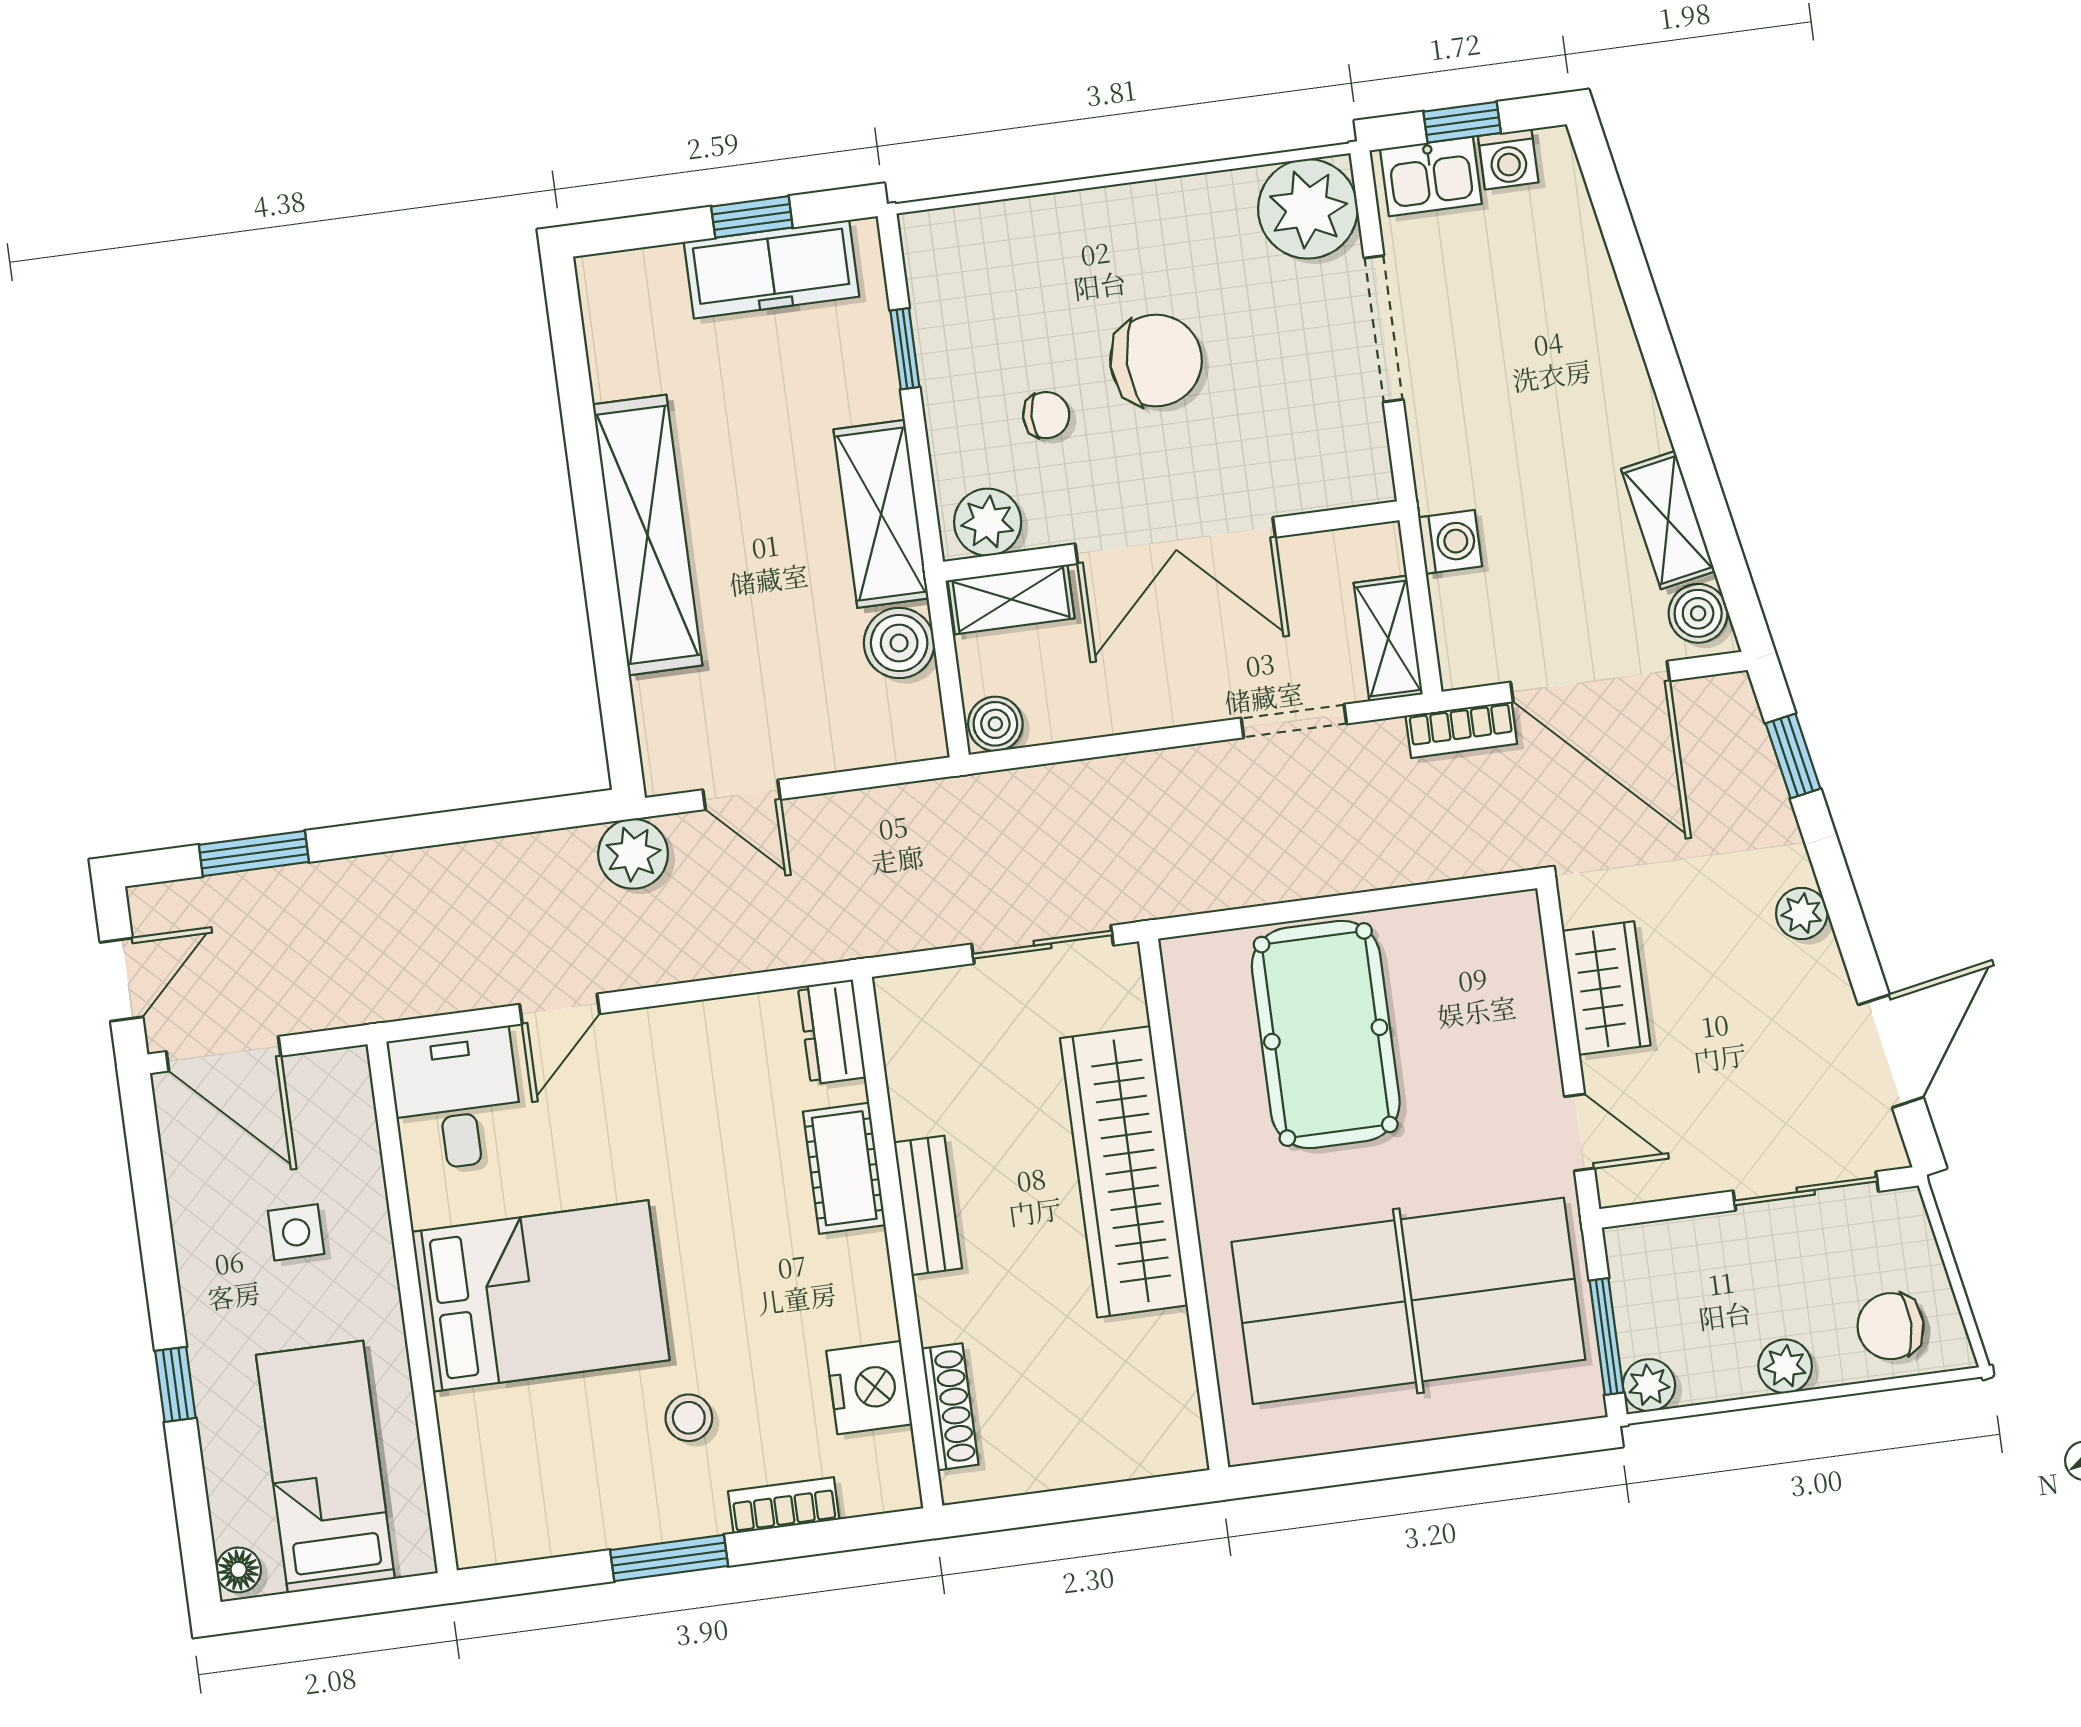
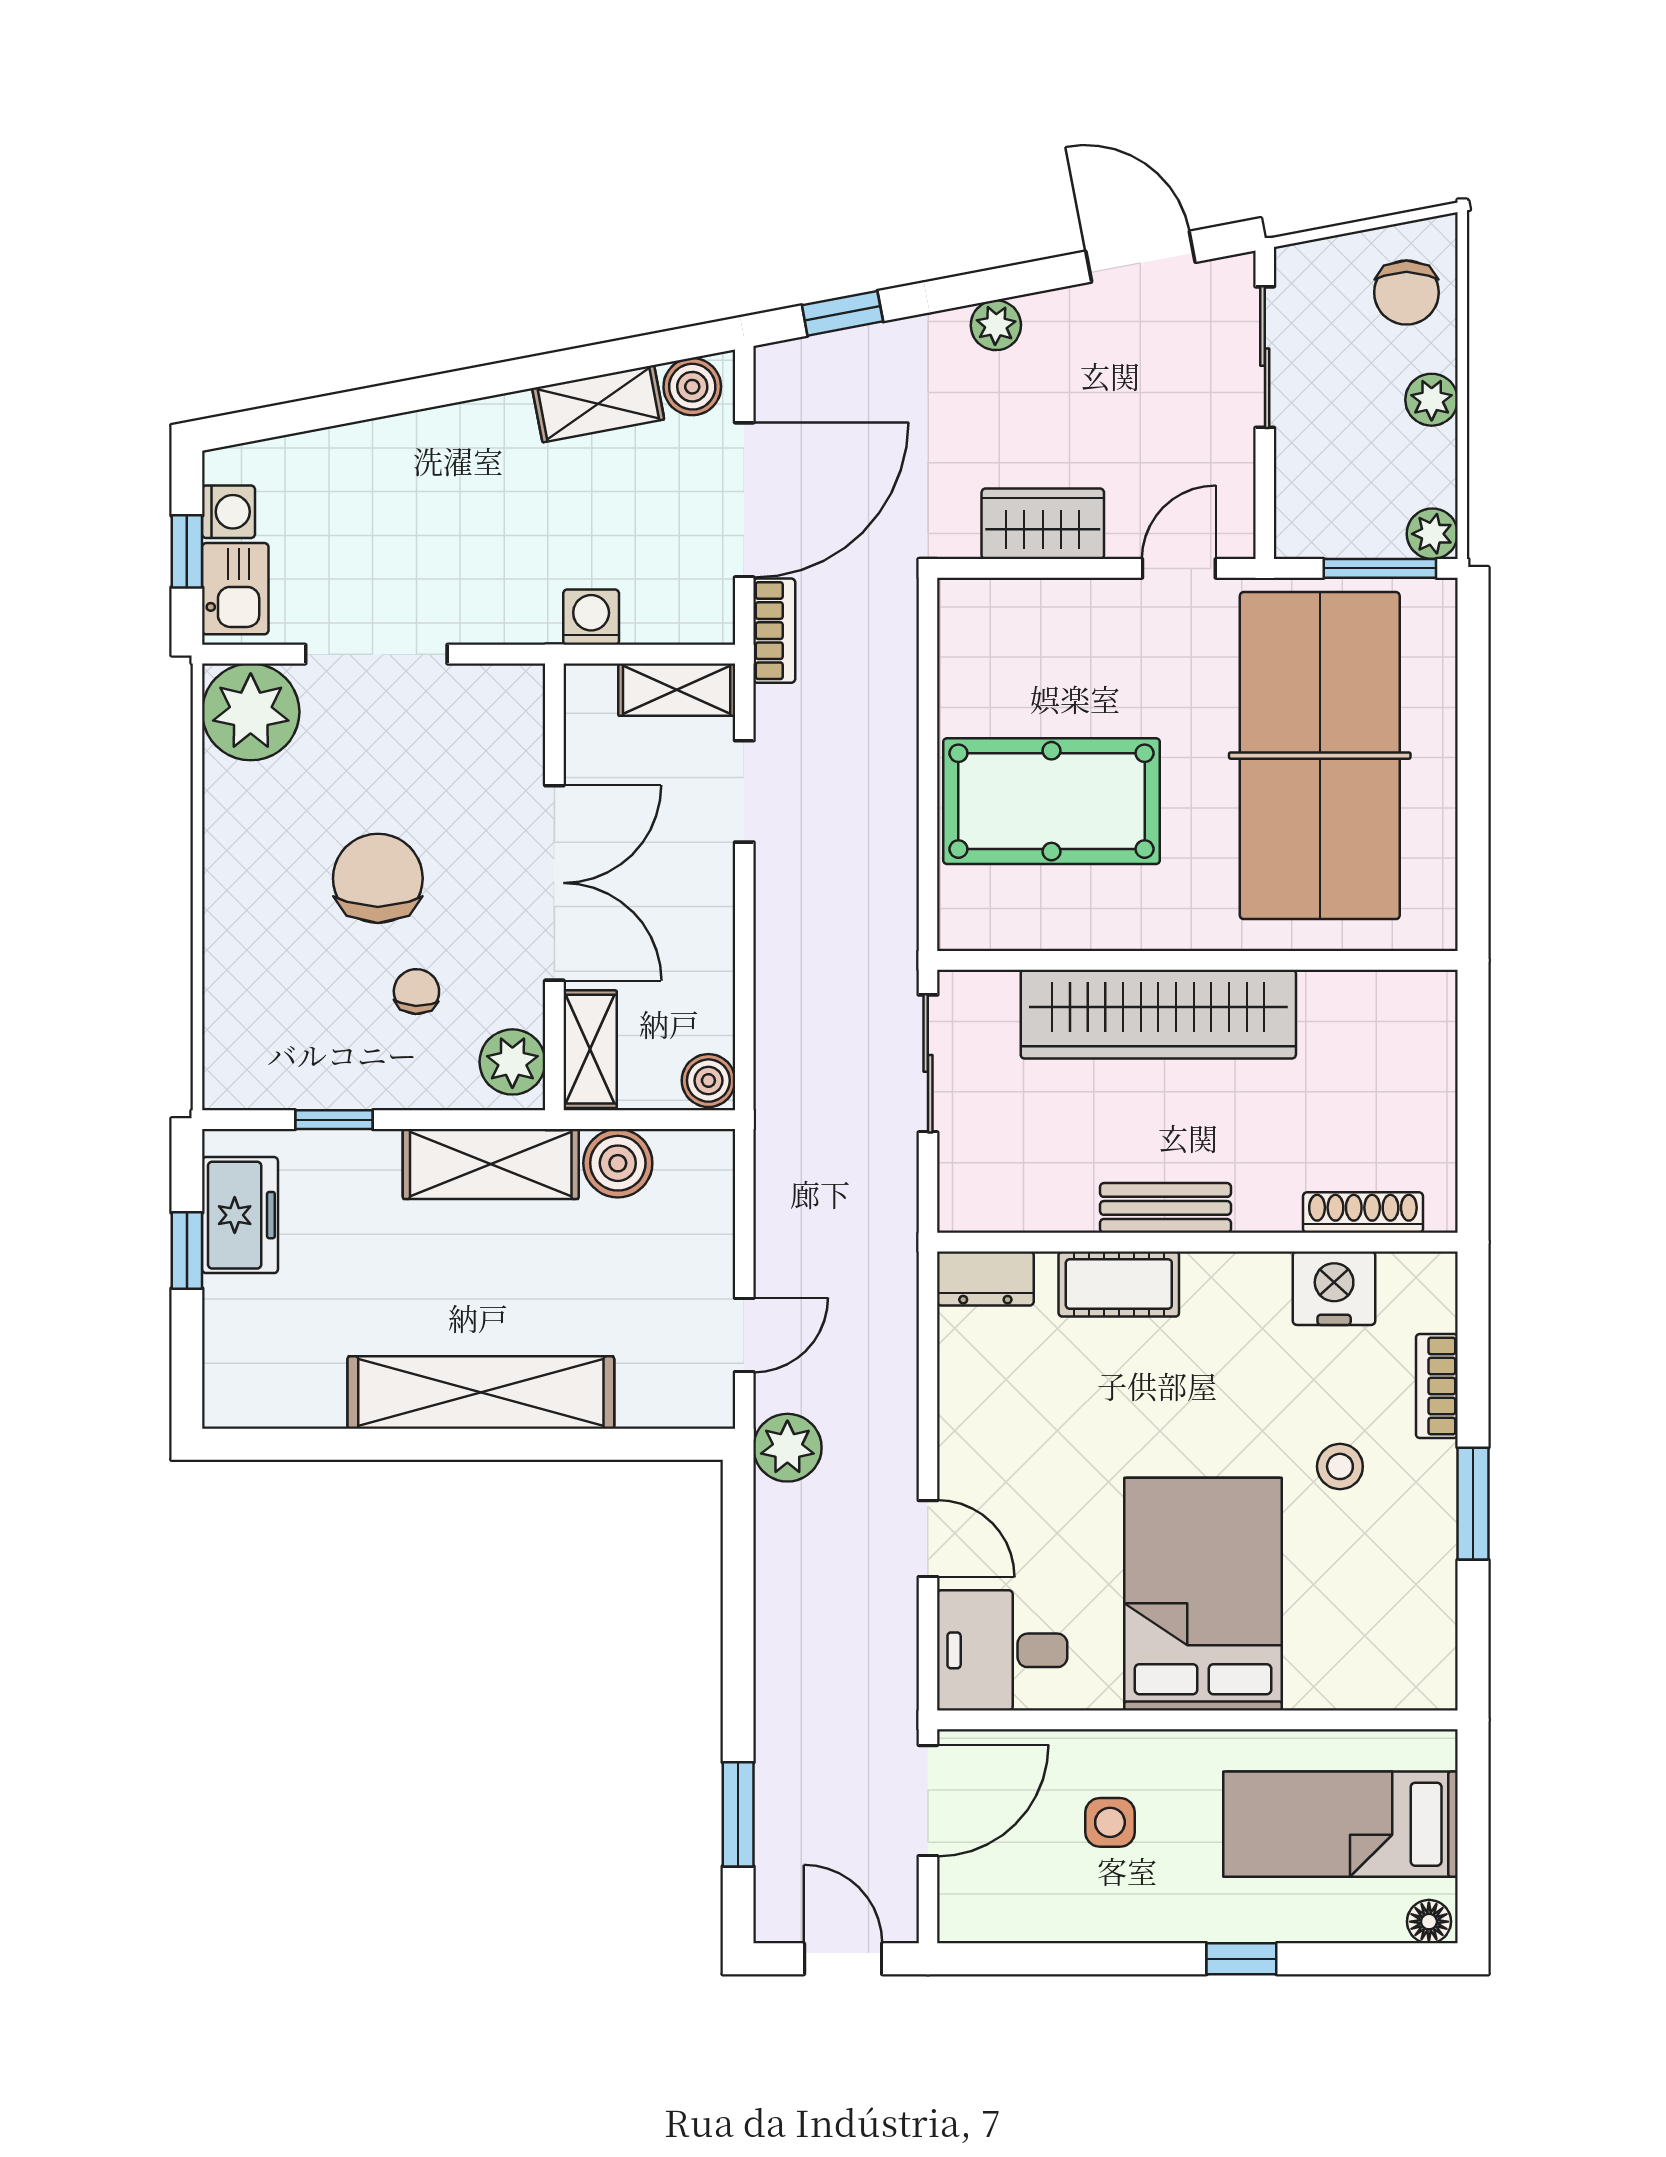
freezer: (771, 269) -> (240, 1215), width x0.71
door: (224, 1054) -> (928, 1801), moved

